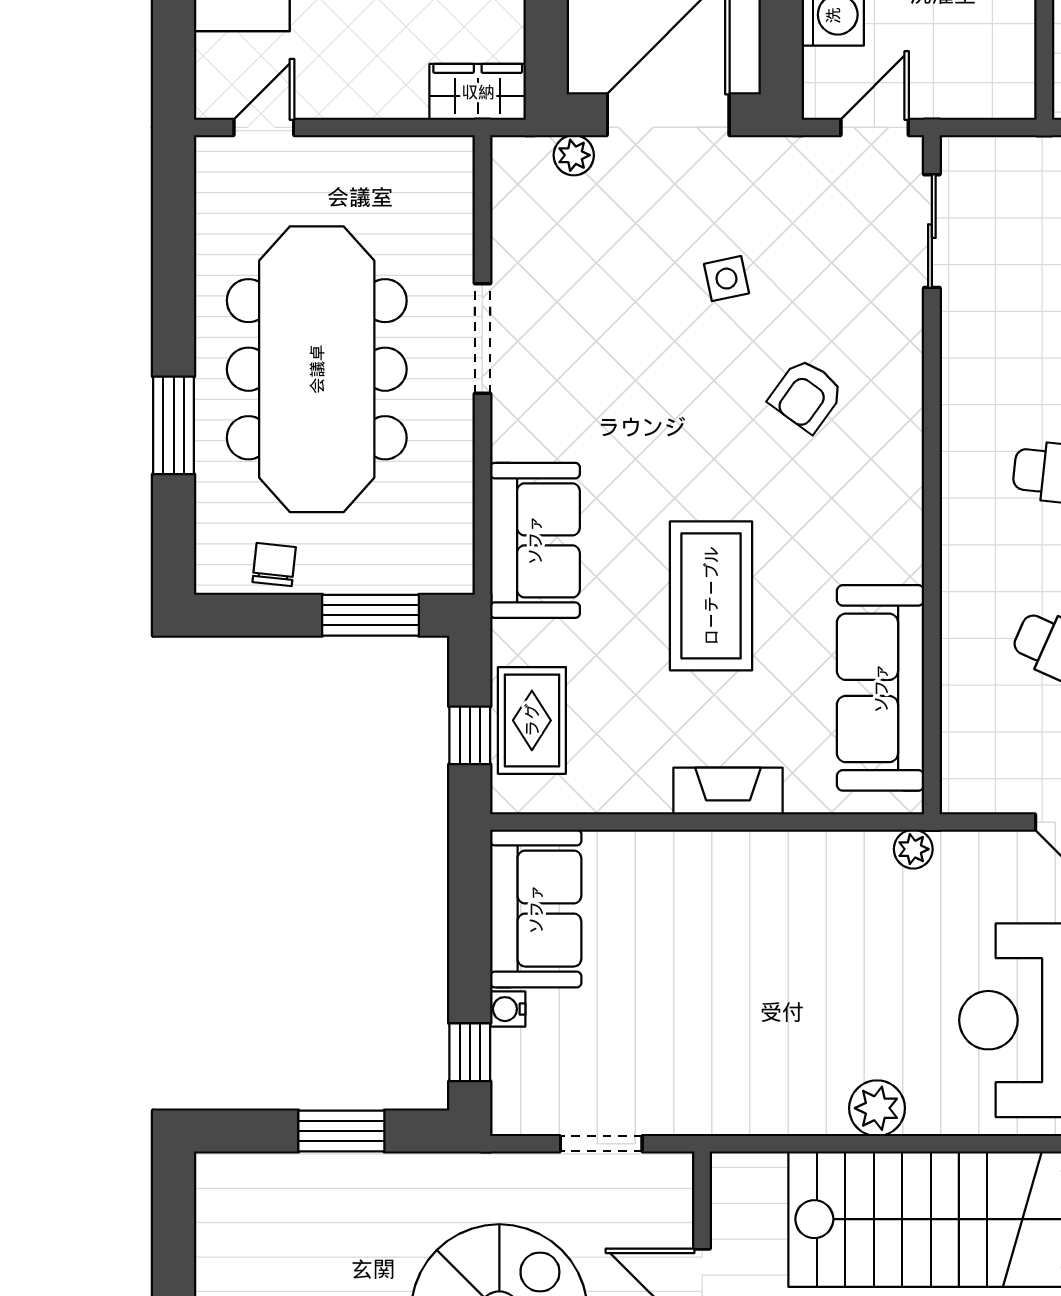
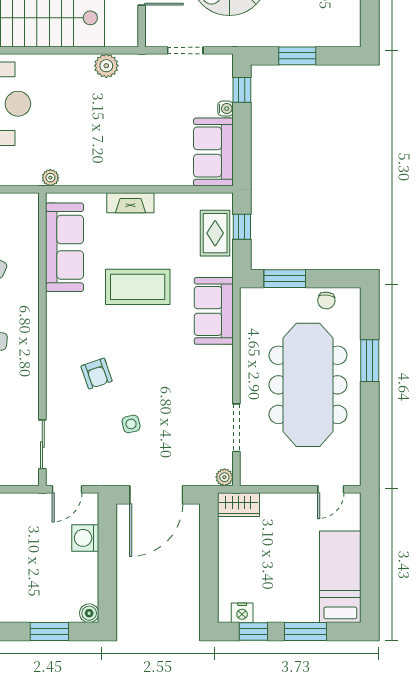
plant: (574, 155) -> (224, 477), moved
doorway: (482, 339) -> (236, 428), moved
armchair: (806, 395) -> (97, 374), turned 125
coffee table: (711, 596) -> (138, 287), turned 90
plant: (877, 1108) -> (106, 66), moved

